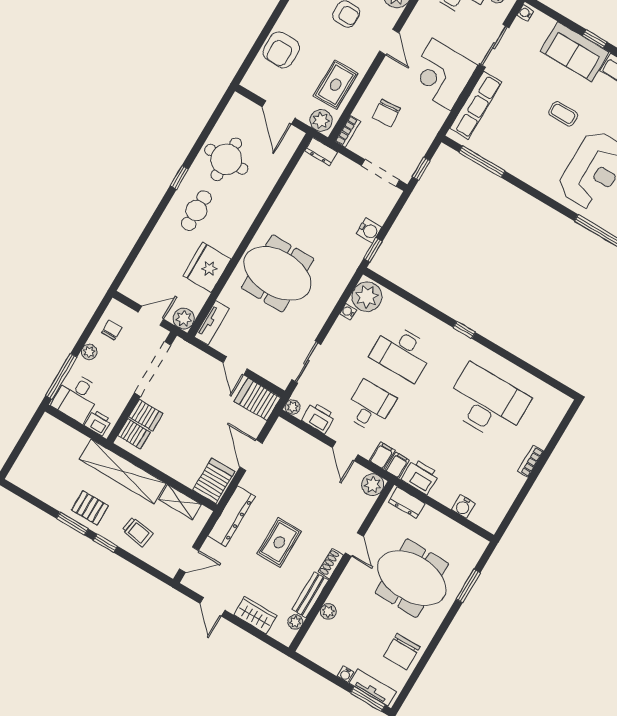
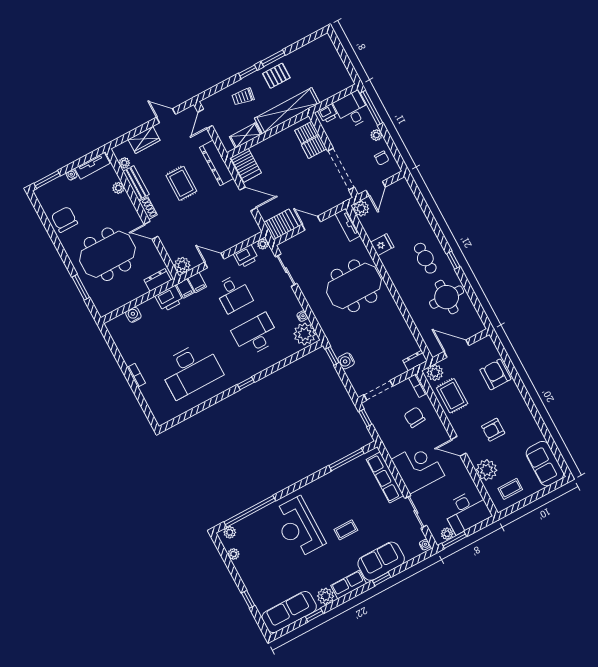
fridge: (207, 267) -> (382, 245), width x0.53, depth x0.75
tv unit: (373, 688) -> (92, 166), moved

